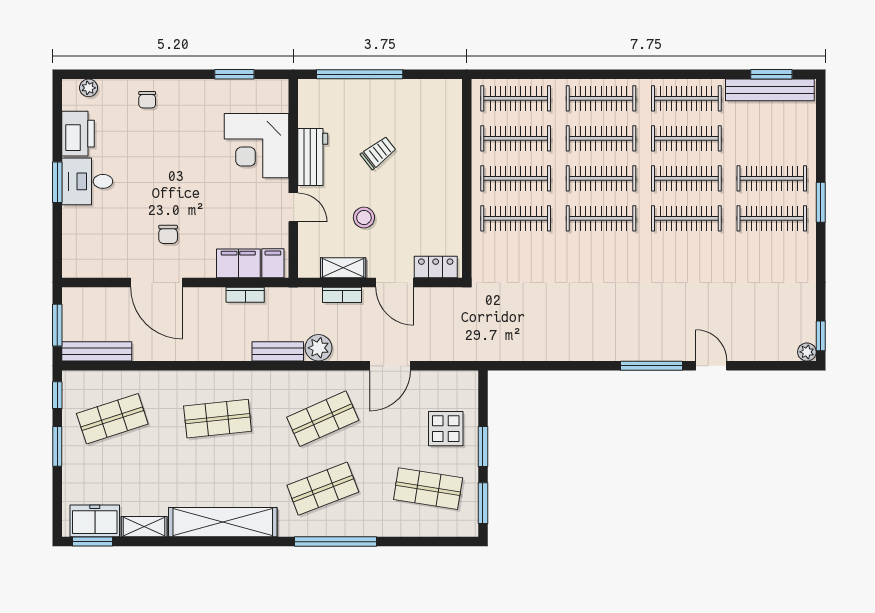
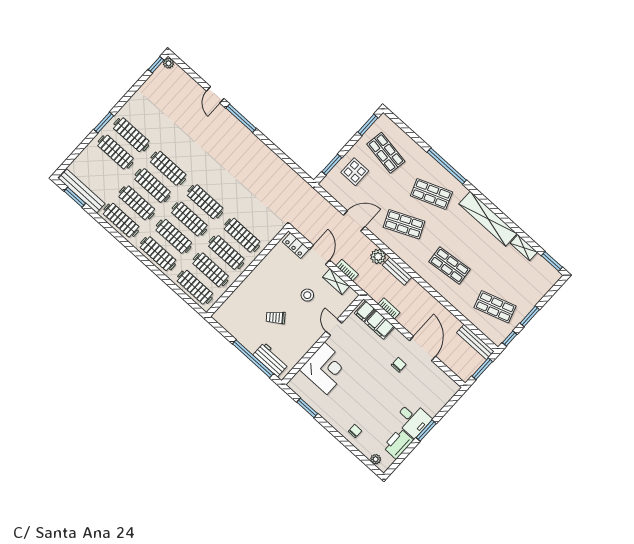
workbench: (313, 157) -> (271, 360), moved, turned 90
window: (483, 446) -> (332, 165), moved
freezer: (95, 521) -> (543, 269), removed

